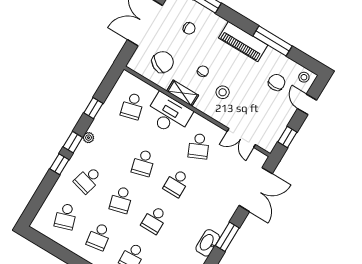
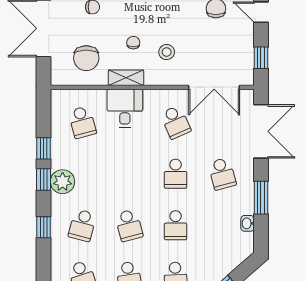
chair: (163, 62) -> (86, 58), turned 151
desk: (169, 114) -> (125, 108), width x0.73
plant: (88, 138) -> (63, 182), width x1.88, depth x1.88
double door: (241, 138) -> (214, 87), width x1.37
window: (73, 142) -> (44, 180), moved
school desk: (143, 163) -> (222, 174), moved
washbasin: (208, 243) -> (247, 223), width x0.52, depth x0.69

